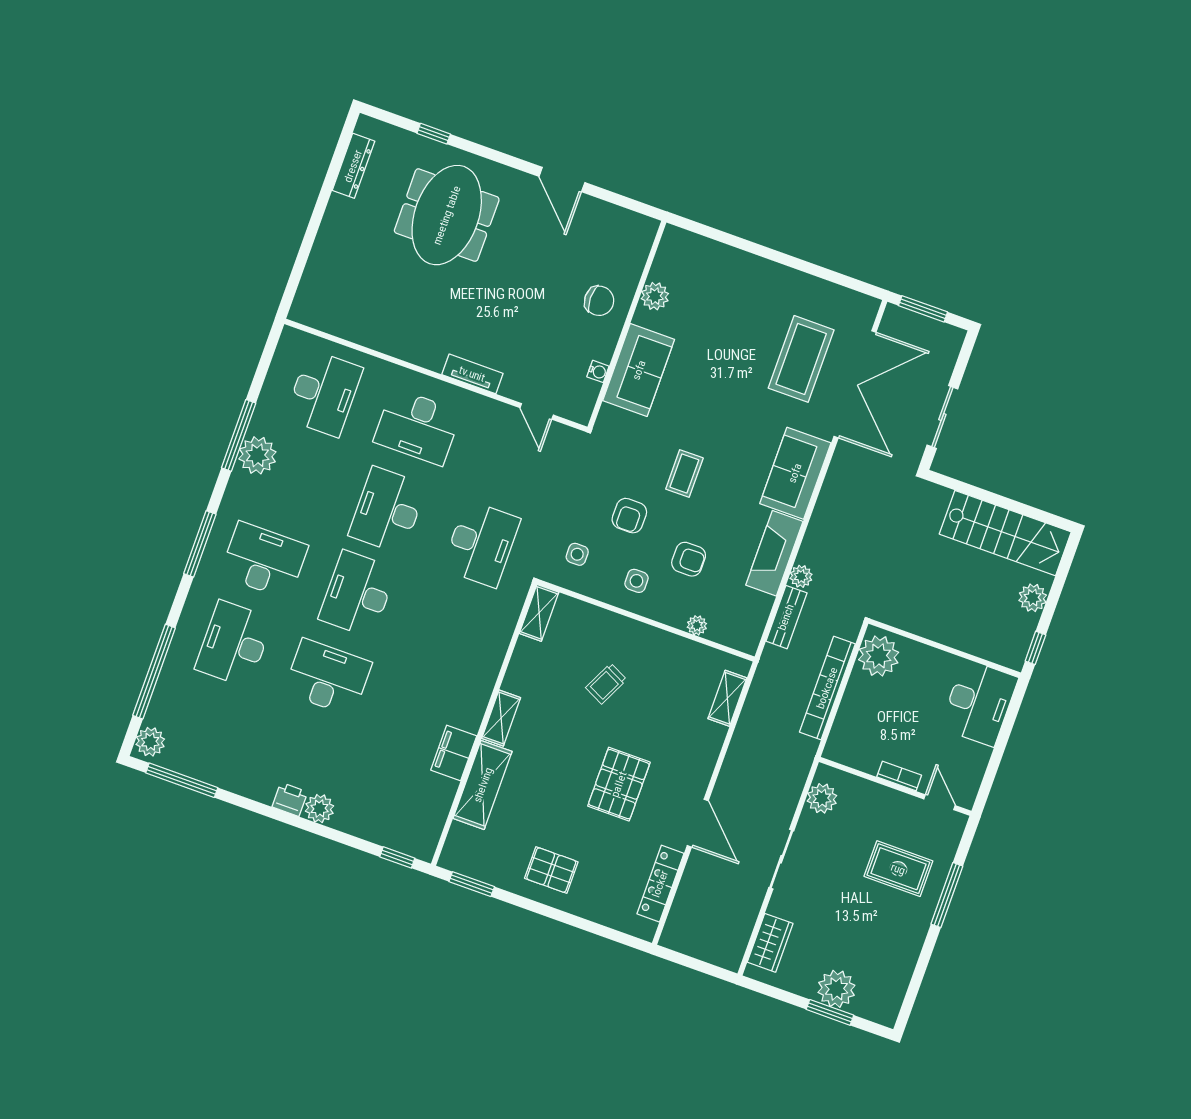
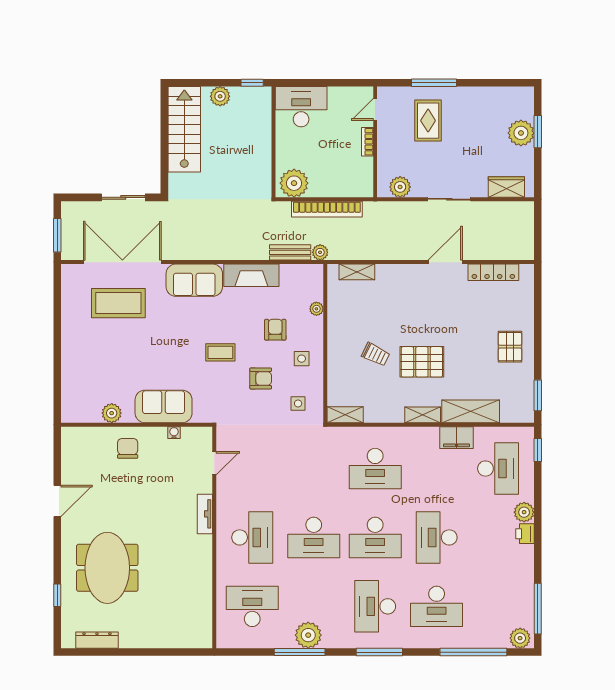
meeting table: (447, 215) -> (107, 568), turned 90
desk: (481, 544) -> (375, 469), moved, turned 180
plant: (801, 576) -> (320, 252), moved
pallet: (619, 784) -> (422, 362), moved
desk: (391, 794) -> (498, 469), added

